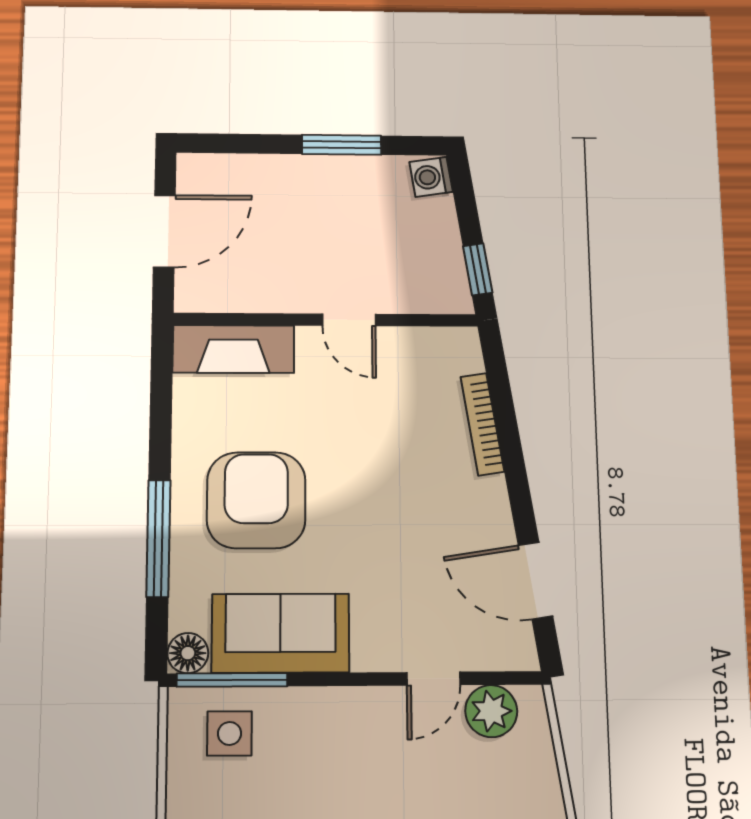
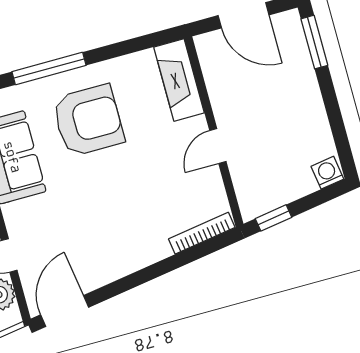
window: (342, 145) -> (314, 42), moved
bookcase: (482, 424) -> (202, 233), moved
door: (535, 581) -> (65, 311), moved

